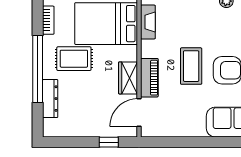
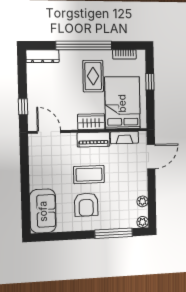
wardrobe: (128, 78) -> (91, 122), moved
piano: (149, 78) -> (93, 140), moved
dresser: (50, 99) -> (42, 56), moved

